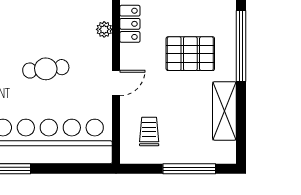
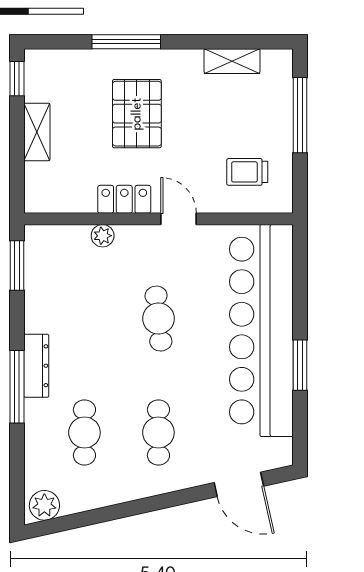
locker: (130, 24) -> (124, 199), moved
window: (241, 46) -> (126, 42), width x0.68
shelving: (224, 111) -> (232, 61), width x0.67, depth x0.75

